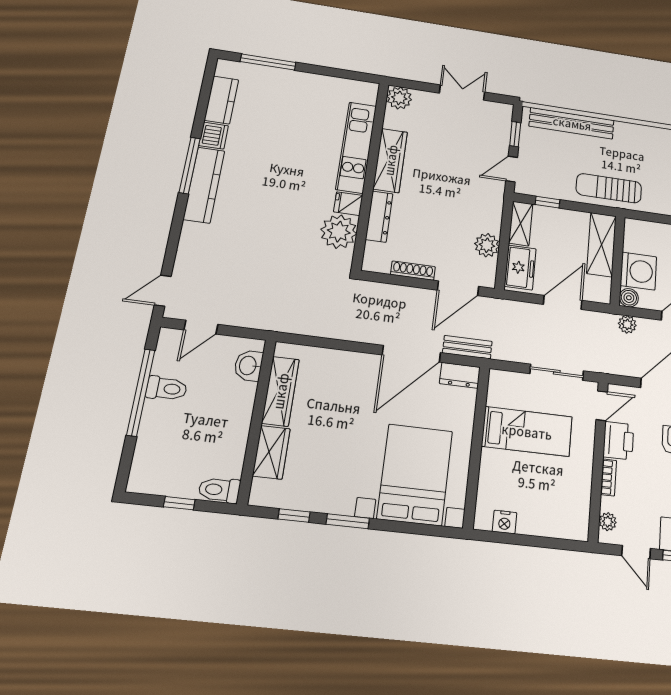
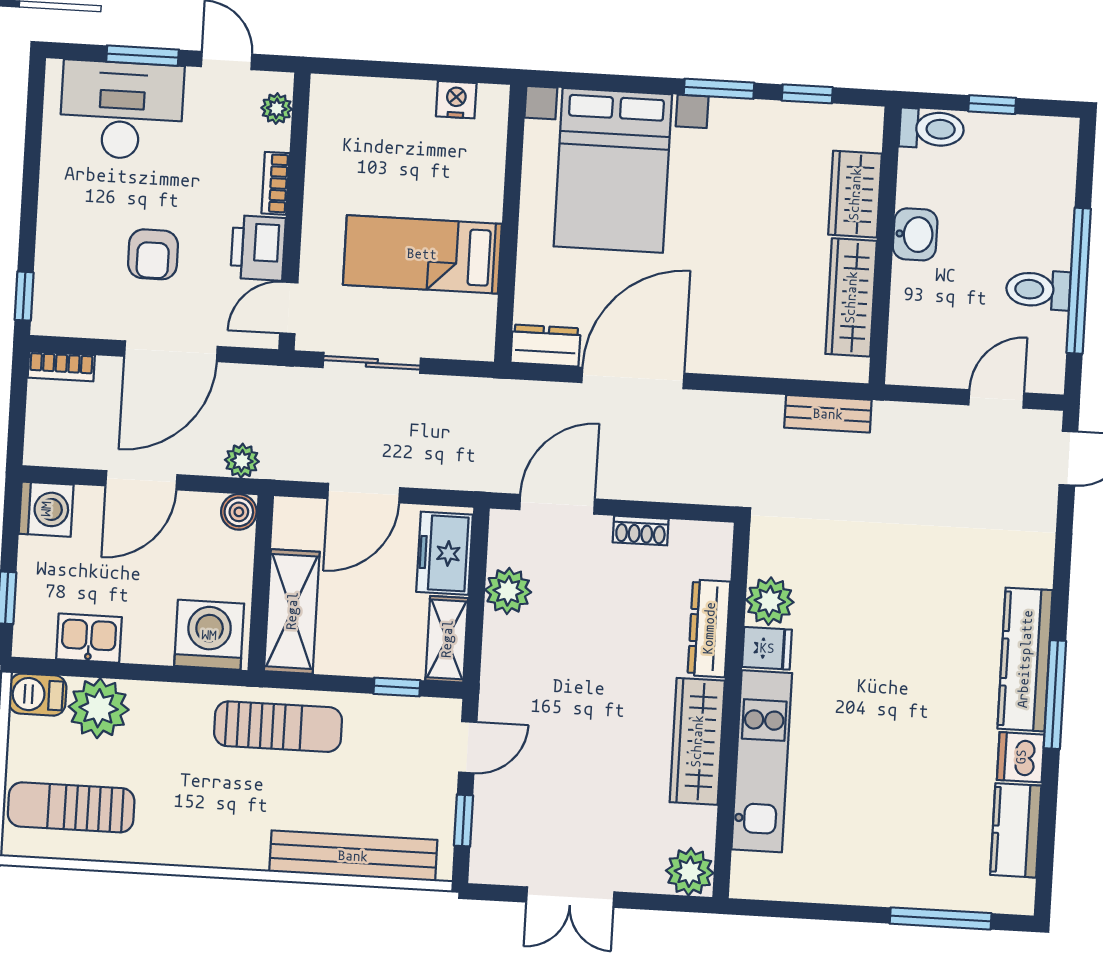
plant: (339, 232) -> (770, 601), width x0.73, depth x0.73
shoe rack: (413, 271) -> (641, 531), width x0.70
washing machine: (638, 271) -> (209, 635), moved, turned 90
bench: (467, 347) -> (828, 414), moved
washbasin: (248, 366) -> (915, 234), moved

